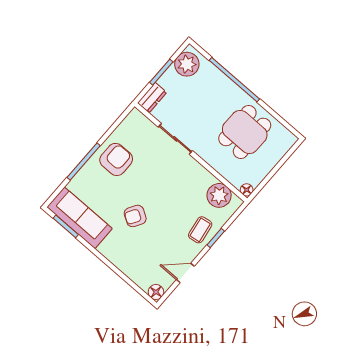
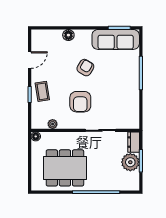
plant: (187, 64) -> (130, 162), moved
dining table: (245, 132) -> (65, 168), width x1.38
armchair: (116, 159) -> (80, 102), moved
plant: (219, 195) -> (53, 124), width x0.53, depth x0.53
floor lamp: (156, 292) -> (68, 35), moved

